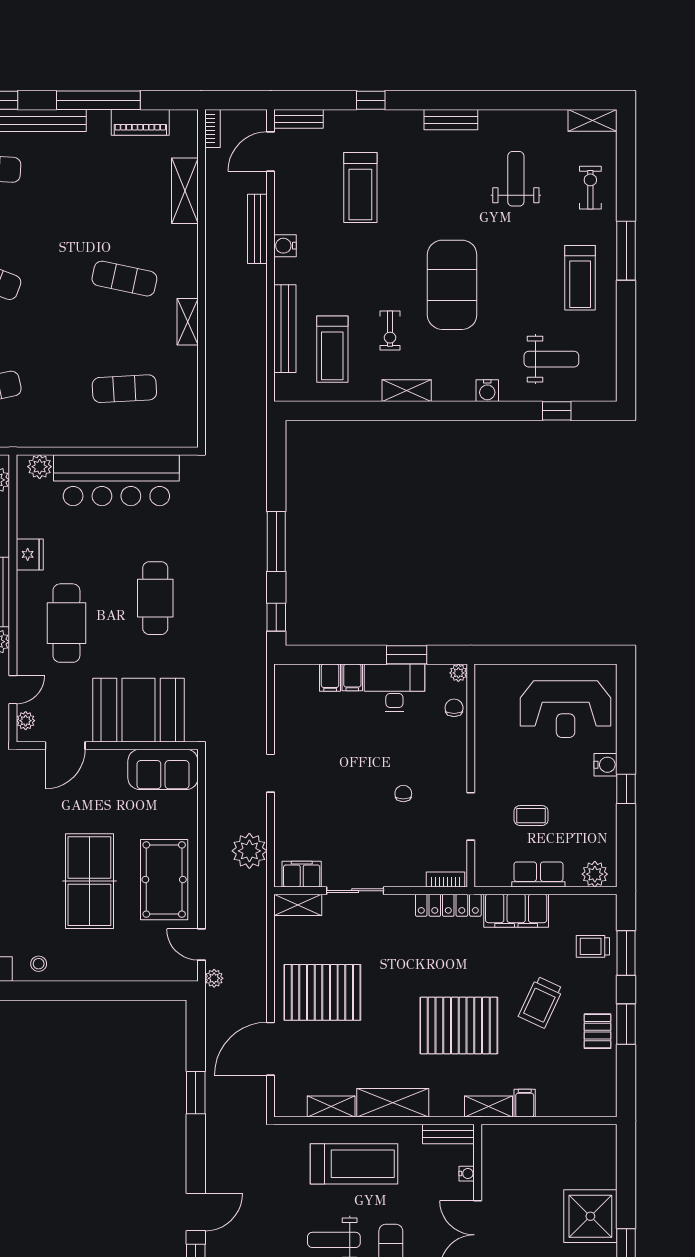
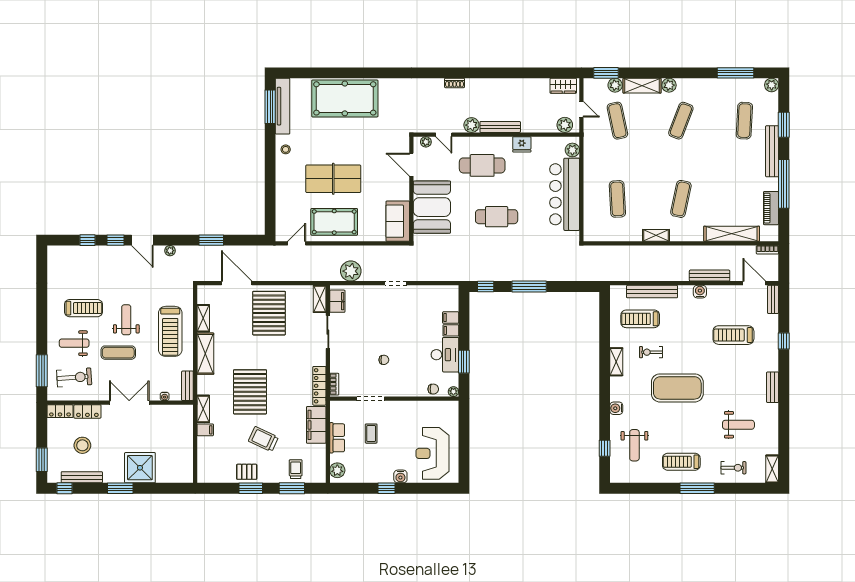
shelving: (185, 191) -> (732, 234), width x1.47
plant: (214, 978) -> (170, 251), moved

